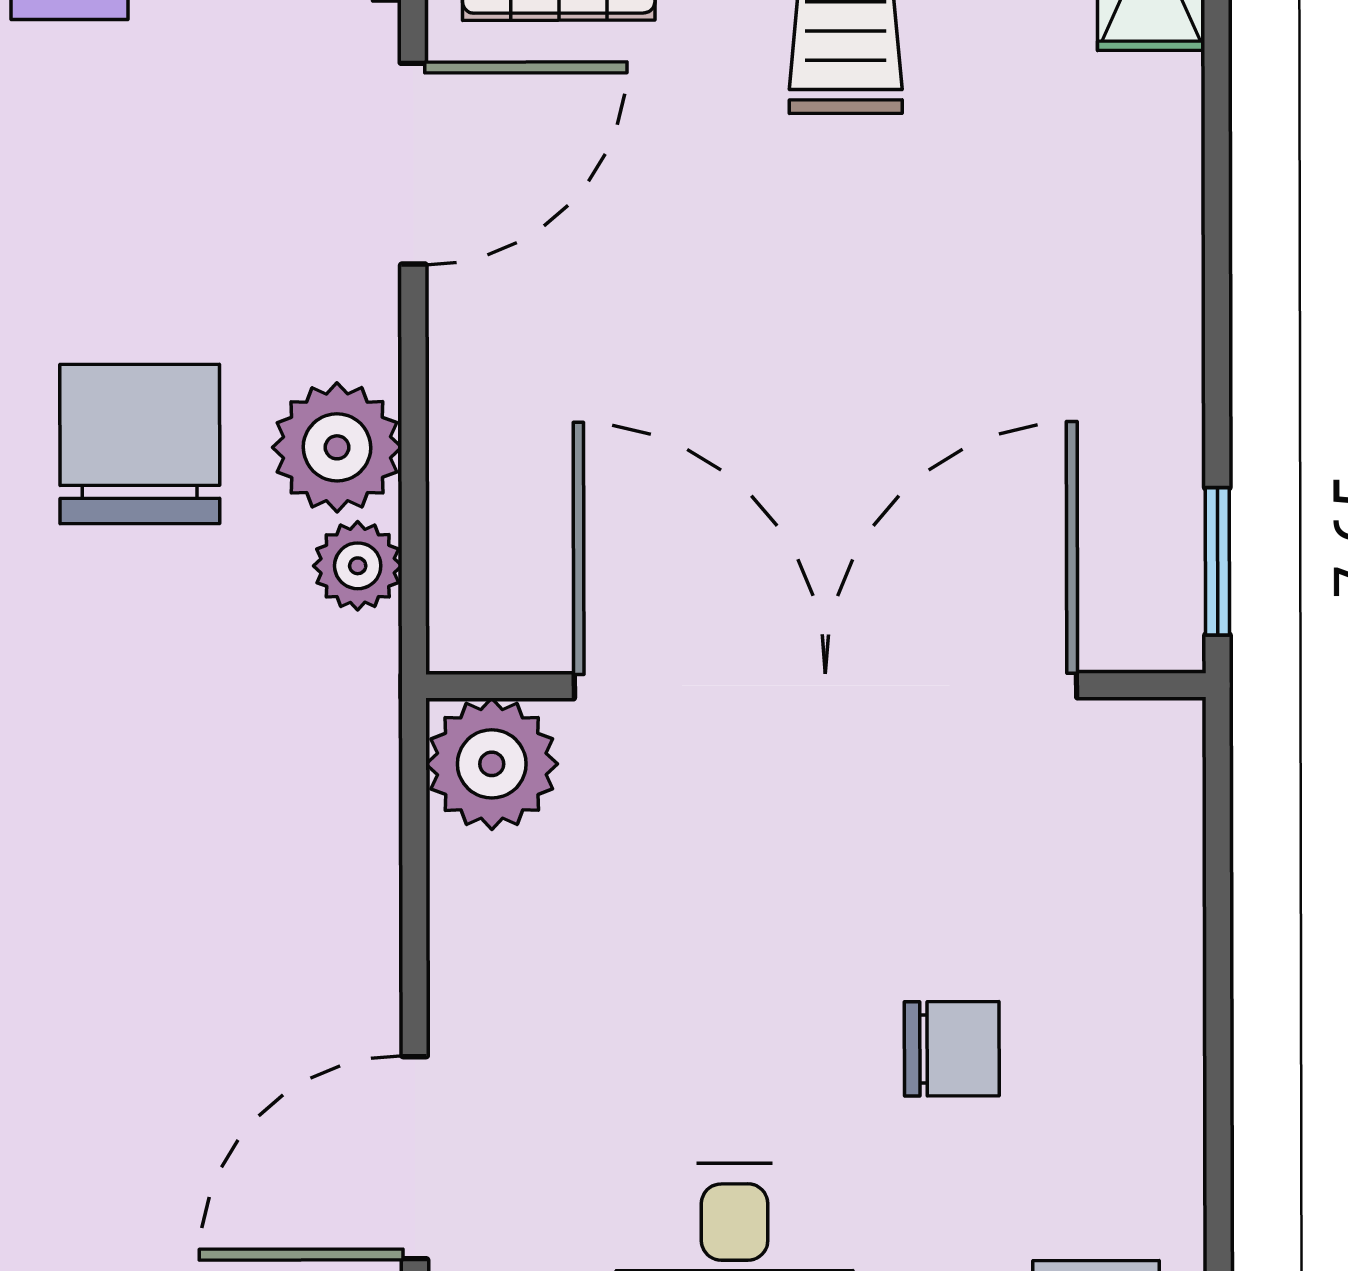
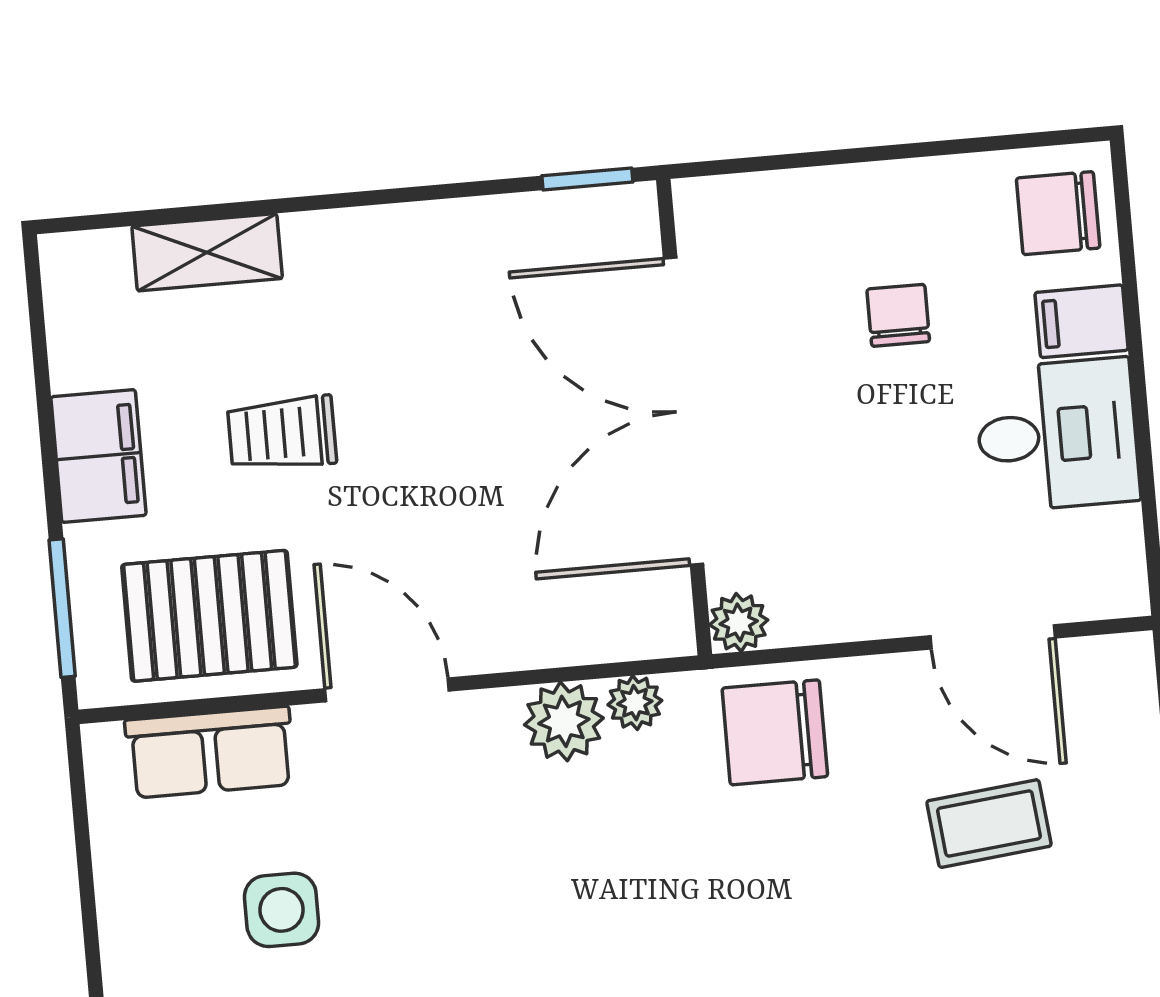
chair: (140, 444) -> (775, 732), moved
plant: (492, 764) -> (739, 622), width x0.73, depth x0.73
coffee table: (111, 1126) -> (989, 824), added

